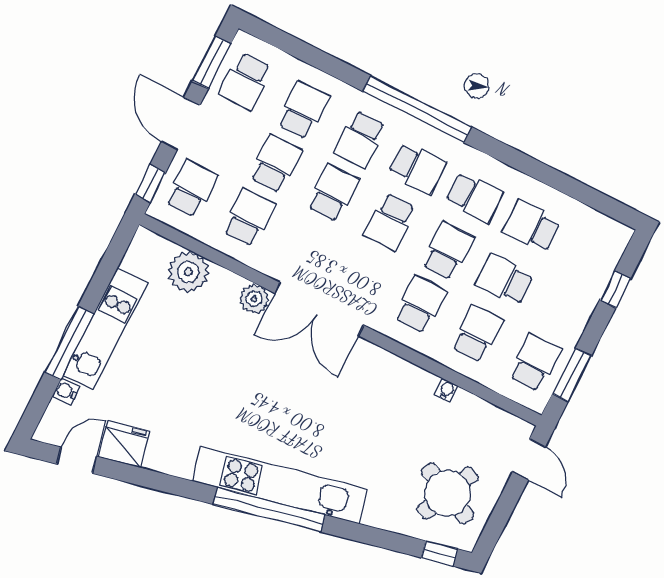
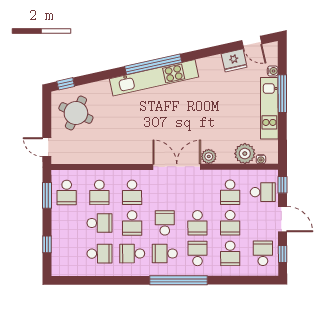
window: (212, 62) -> (283, 254), width x0.67
school desk: (191, 188) -> (263, 192), turned -90
water cooler: (446, 390) -> (261, 159), moved
door: (77, 460) -> (252, 42), hinge flipped

